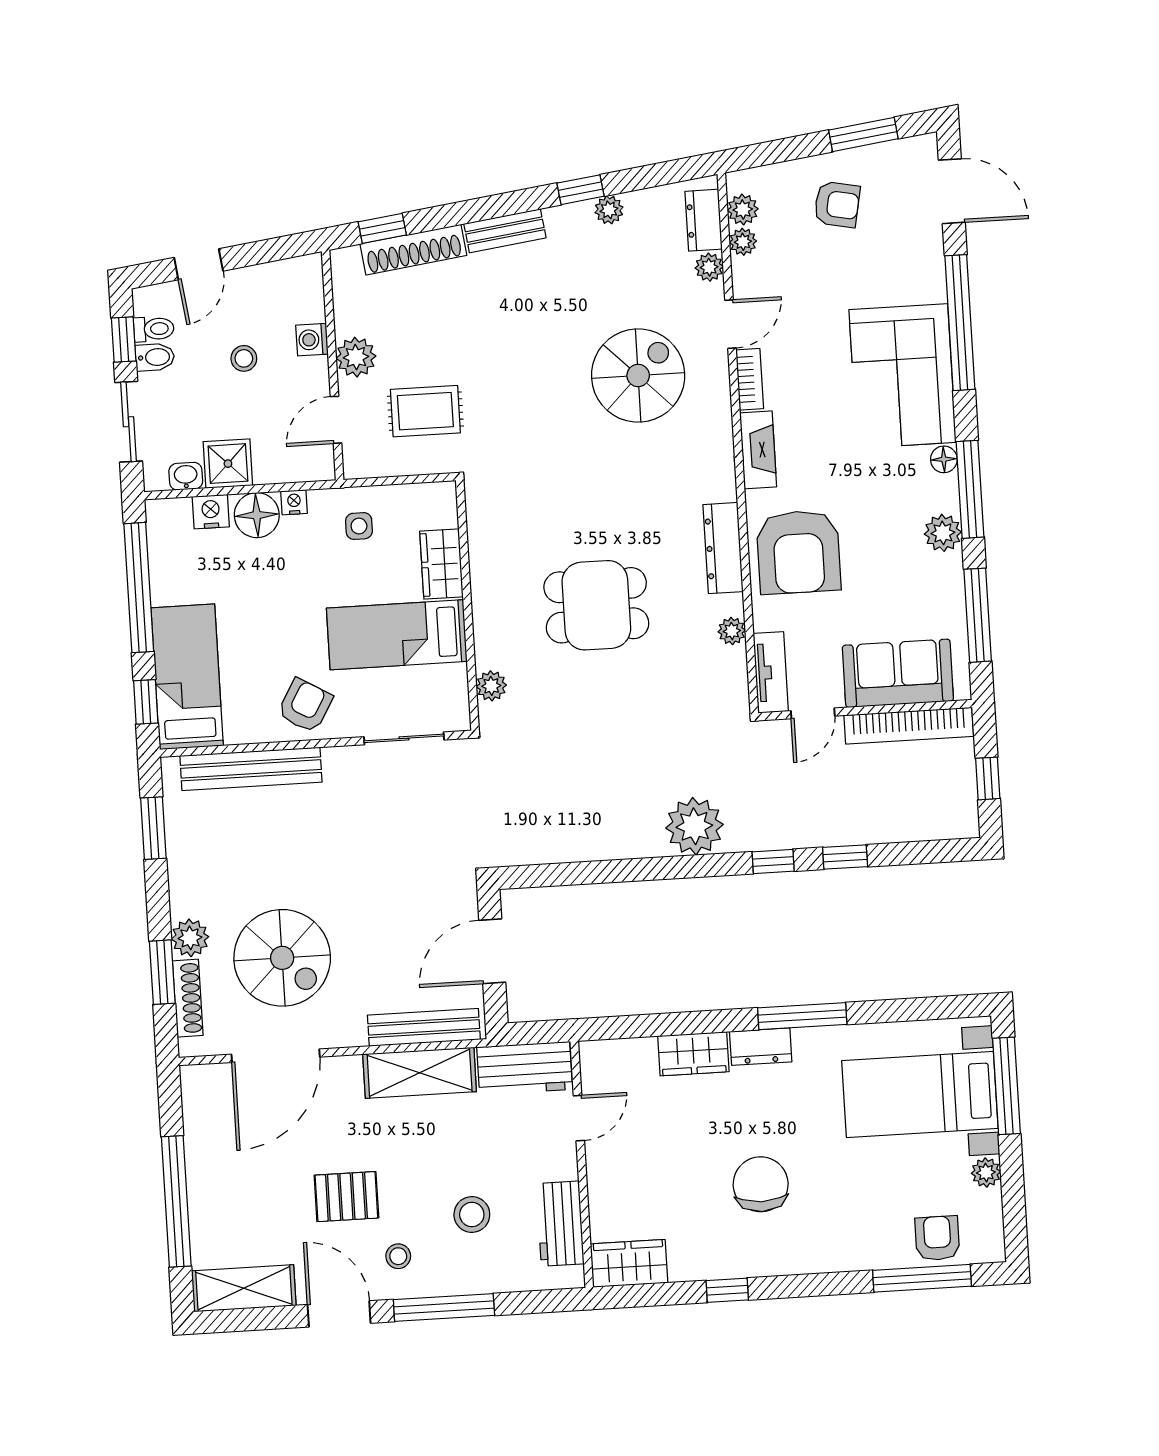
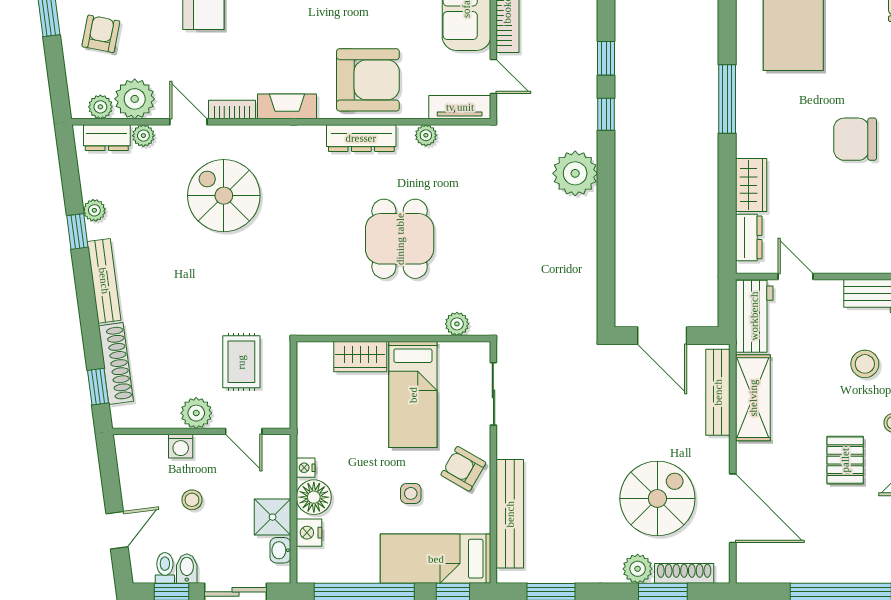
bench: (505, 231) -> (104, 281), width x1.36
plant: (743, 242) -> (135, 99), width x1.88, depth x1.88
door: (199, 264) -> (117, 530), hinge flipped
side table: (359, 526) -> (411, 493), moved
dresser: (761, 1047) -> (749, 237), moved

